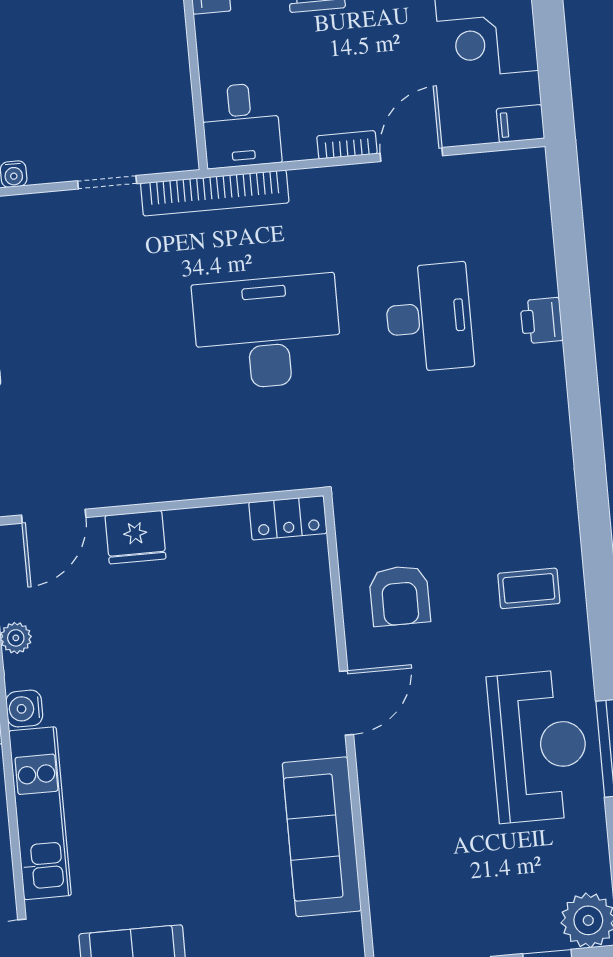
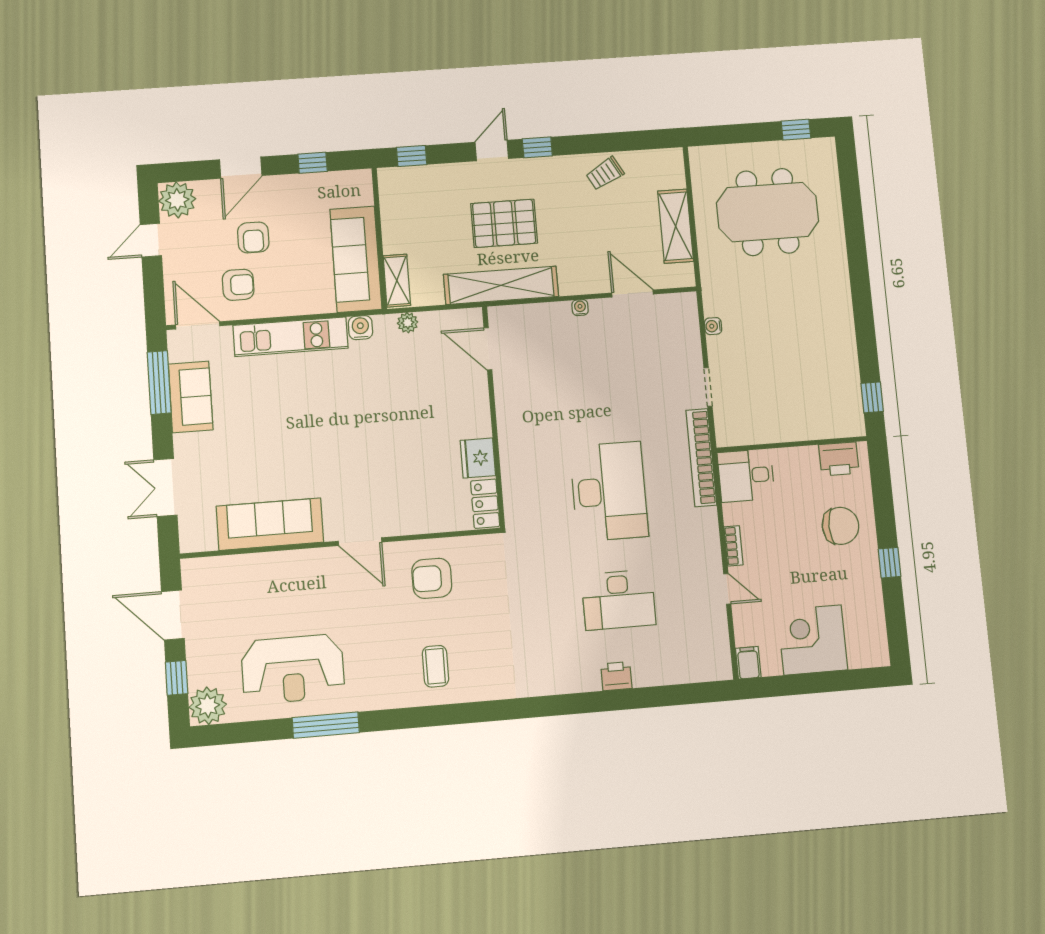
door: (411, 155) -> (727, 589), width x0.73
fridge: (135, 537) -> (478, 458), moved
reception desk: (539, 746) -> (293, 669), moved

